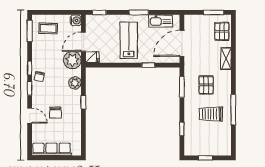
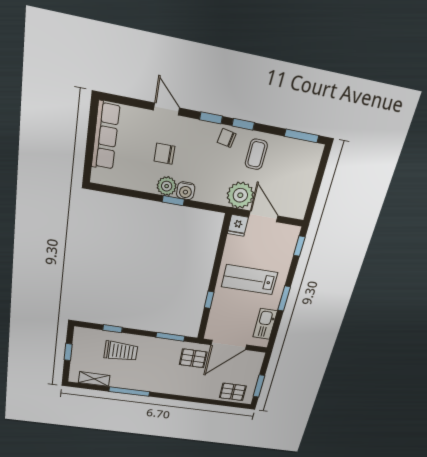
water cooler: (76, 20) -> (186, 191), moved
coffee table: (48, 28) -> (256, 154), moved
lab bench: (129, 40) -> (250, 280), turned 180
door: (182, 43) -> (229, 345), swing flipped
shelving: (226, 59) -> (94, 379), moved
plant: (75, 83) -> (167, 186), moved
pallet: (206, 85) -> (193, 358), moved
trolley: (211, 114) -> (121, 351), moved, turned 90
door: (30, 116) -> (167, 109), swing flipped

